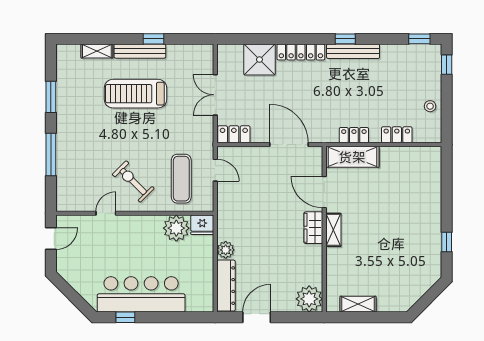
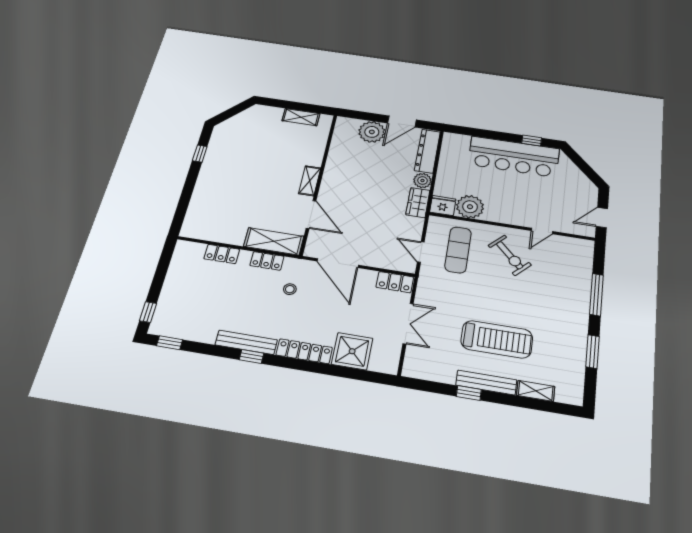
stool: (430, 106) -> (290, 289), moved
wardrobe: (313, 228) -> (418, 203), moved, turned 180
plant: (309, 299) -> (372, 132), moved

